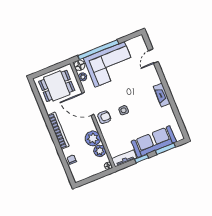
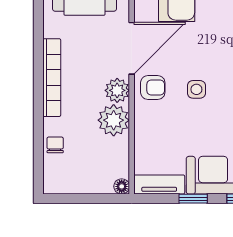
door: (88, 104) -> (132, 48), swing flipped
plant: (100, 151) -> (117, 90), moved

